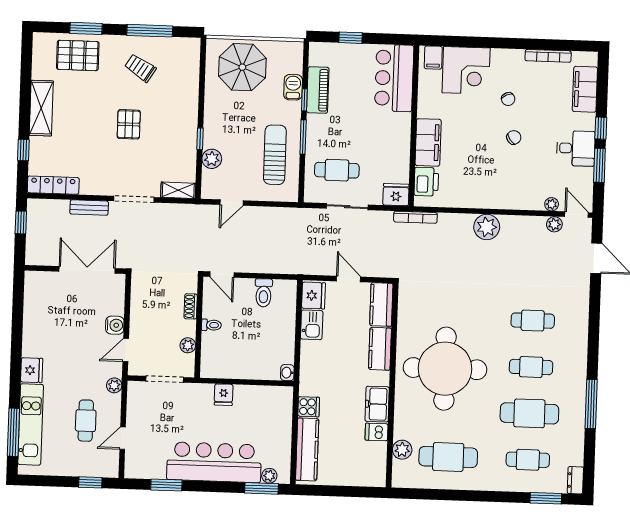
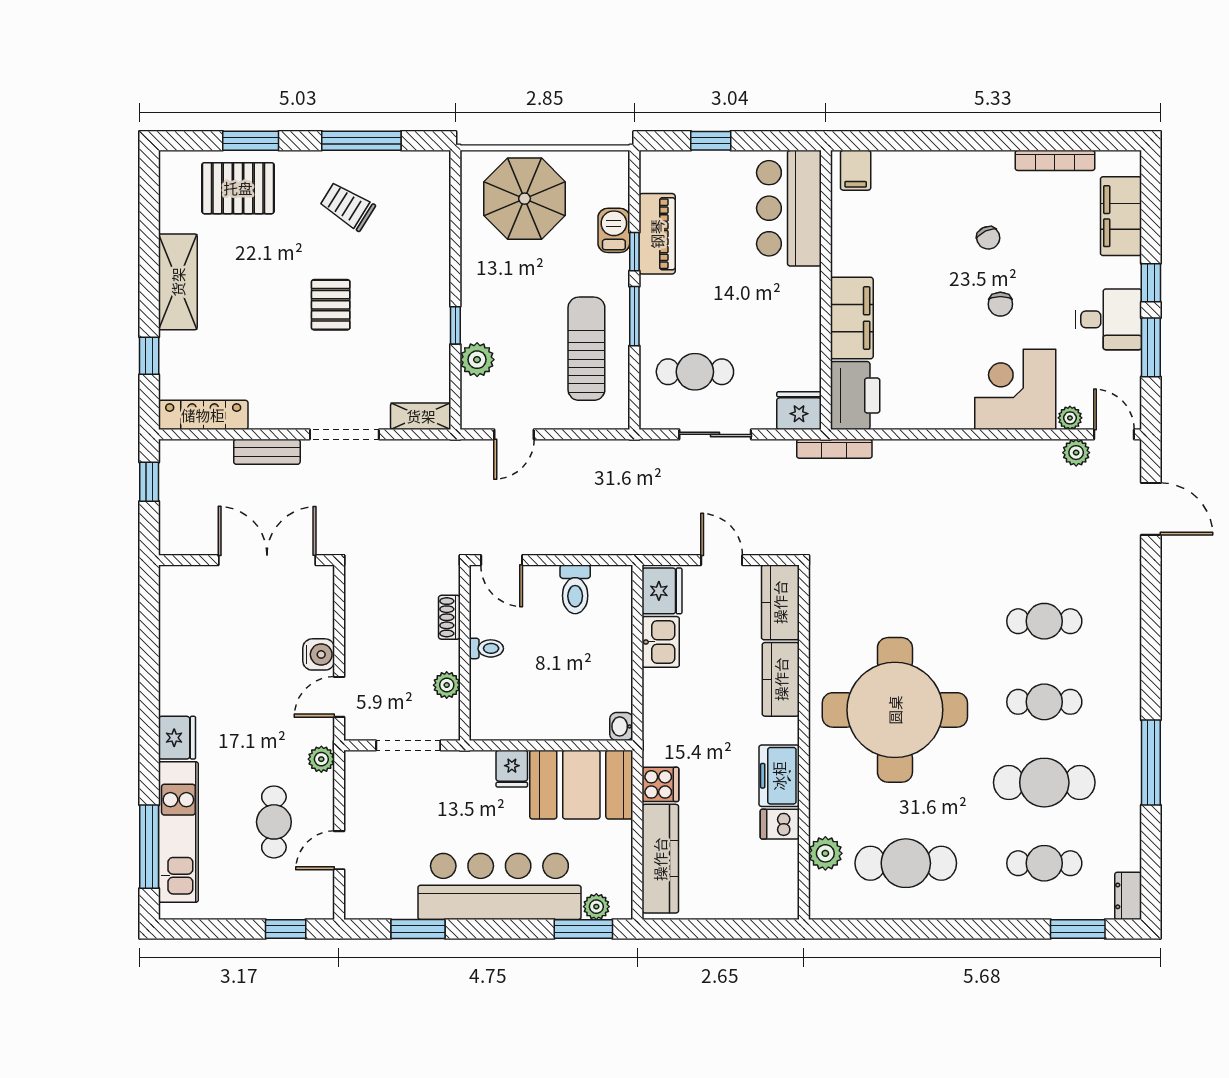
corner desk: (466, 70) -> (1015, 389), moved, turned 180
chair: (514, 137) -> (1000, 304), turned 126
printer: (426, 182) -> (855, 396), width x1.37, depth x1.19
plant: (487, 227) -> (959, 461), removed
booth: (263, 405) -> (581, 785), added

